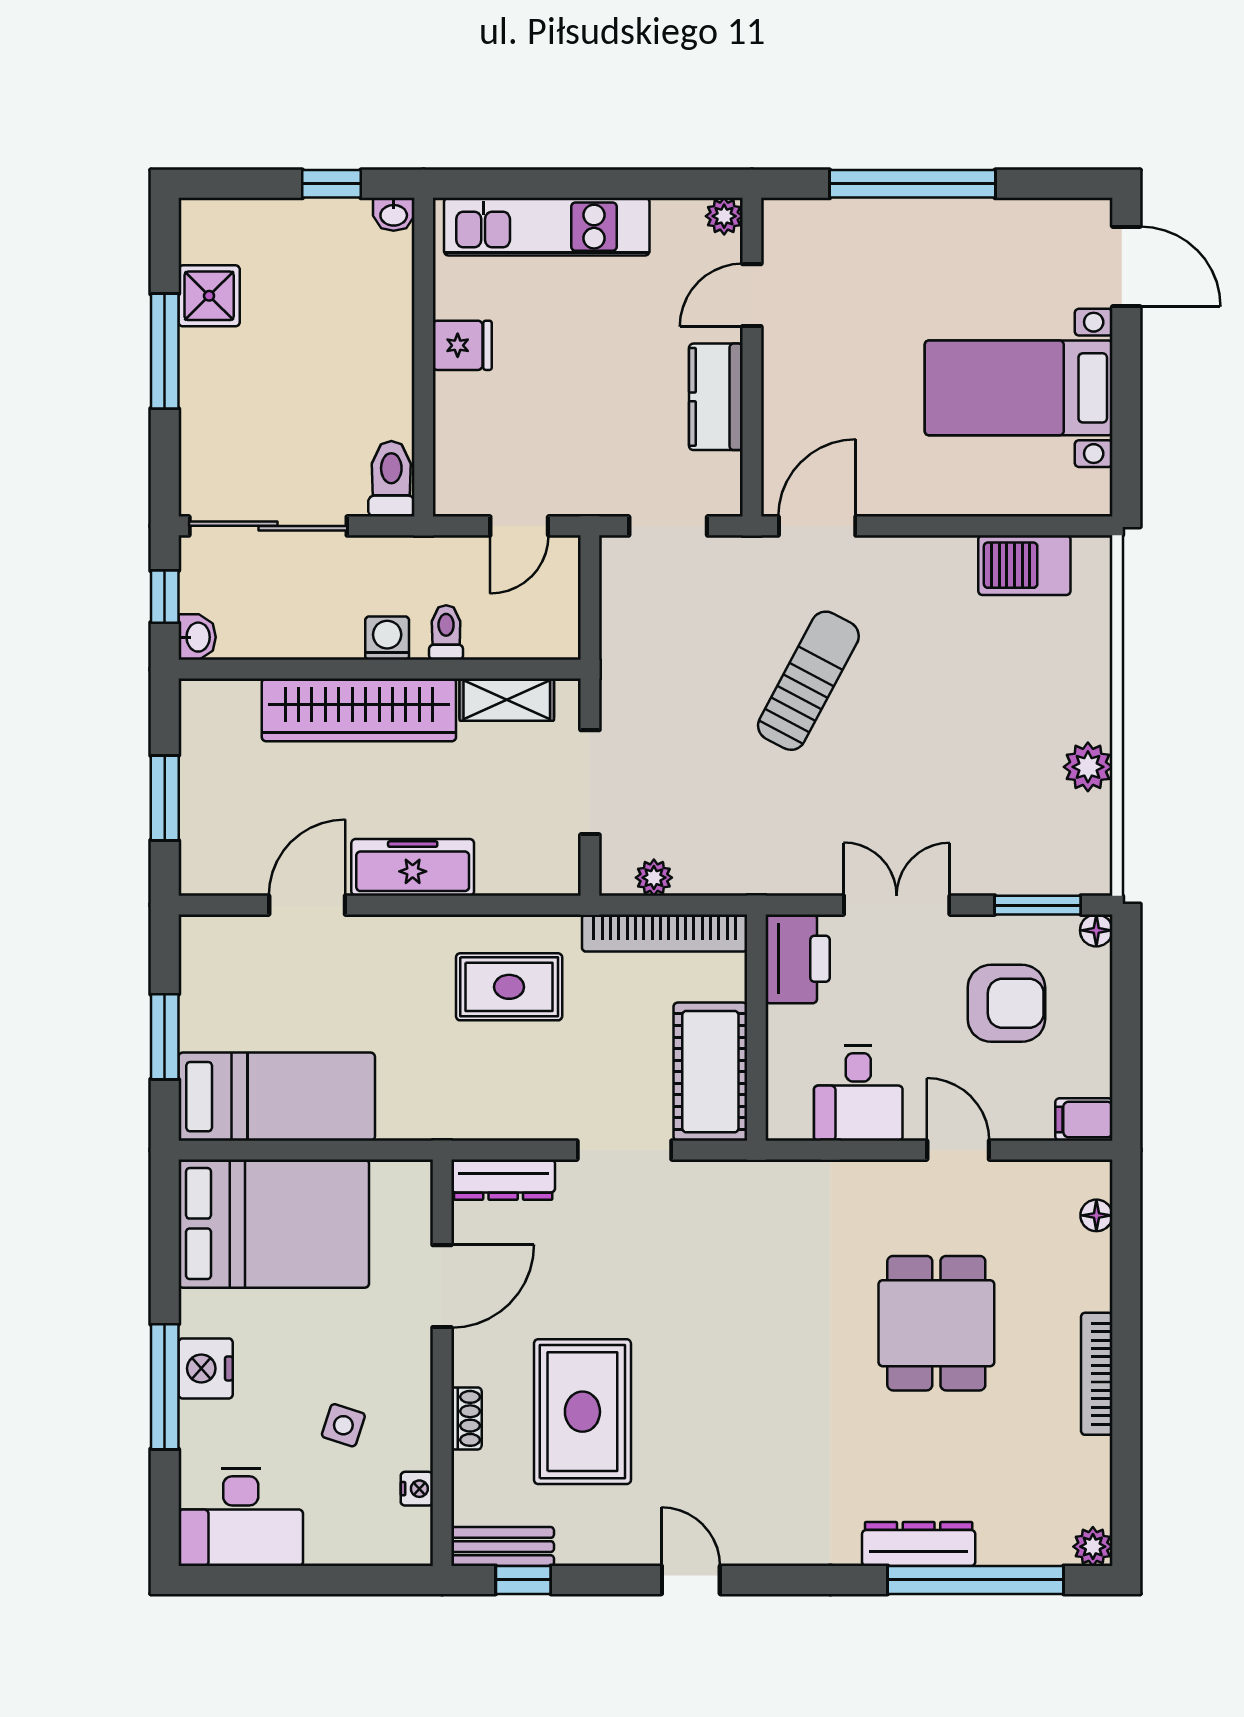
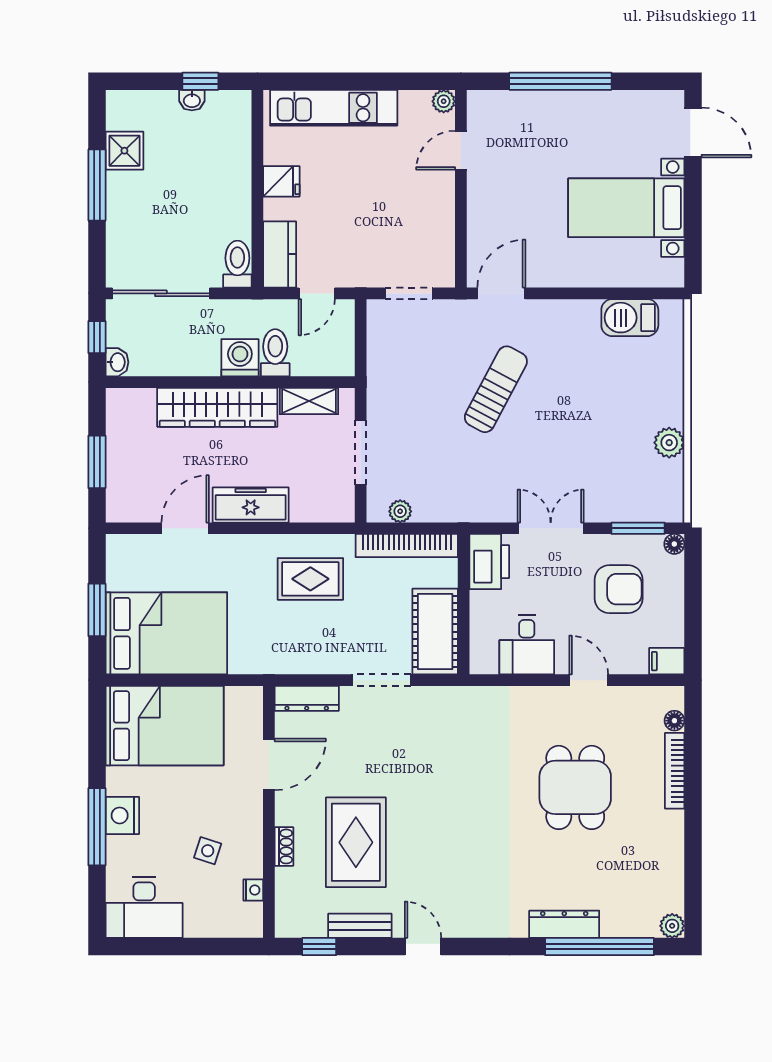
washbasin: (394, 214) -> (192, 100), moved
kitchen counter: (716, 397) -> (280, 254), moved, turned 180
toilet: (446, 632) -> (275, 353), width x1.37, depth x1.39
washing machine: (387, 638) -> (240, 358), width x1.38, depth x1.38
bed: (277, 1097) -> (166, 633), width x1.50
bookcase: (1097, 1374) -> (675, 771), moved
bench: (503, 1547) -> (360, 926), moved

